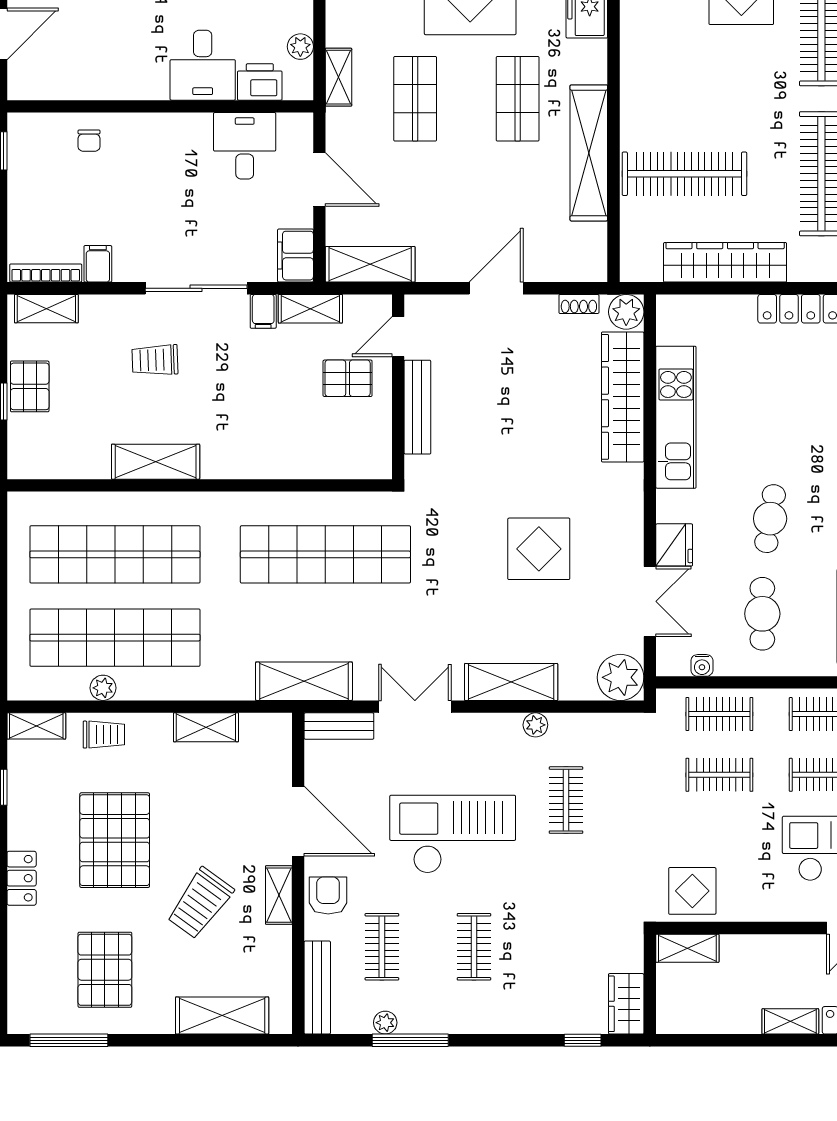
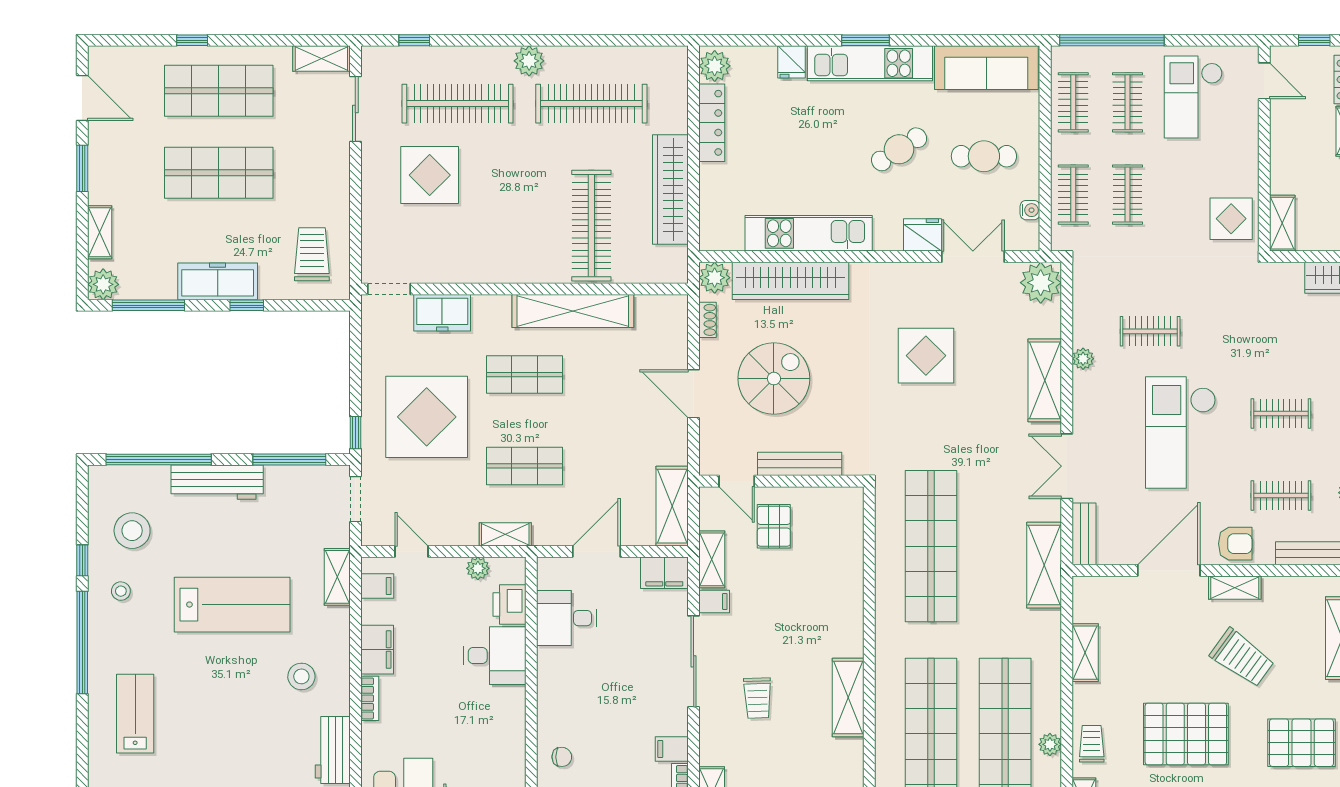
spiral stairs: (513, 378) -> (774, 379), added
cafe table: (770, 519) -> (899, 149), turned -42
armchair: (328, 895) -> (1235, 544), turned 180

